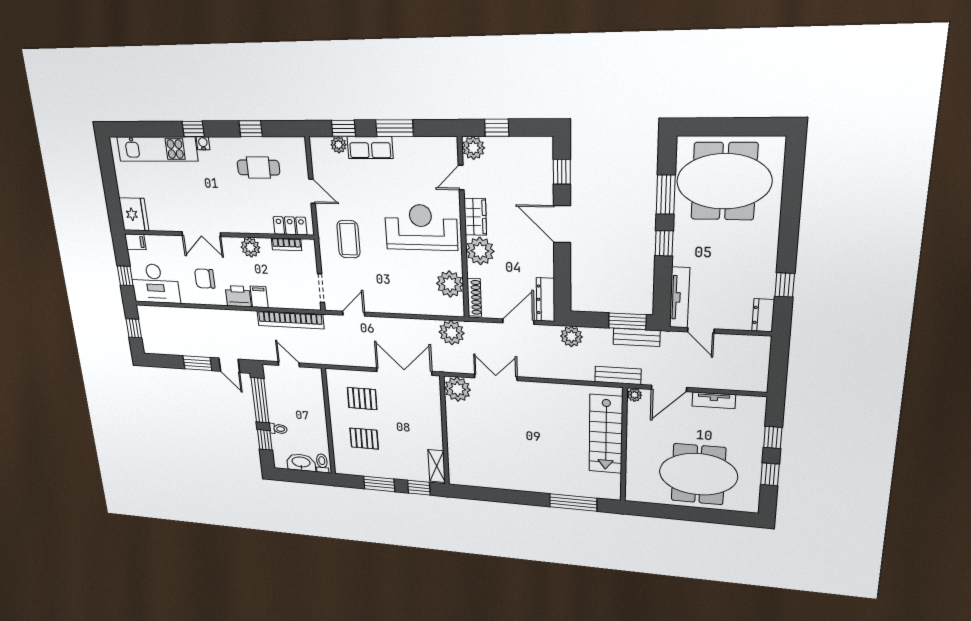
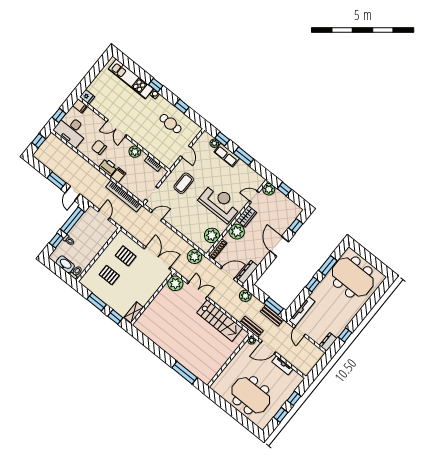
fridge: (134, 214) -> (87, 97), width x0.53, depth x0.75
locker: (290, 226) -> (162, 157), removed
stairs: (606, 434) -> (220, 321), moved, turned -90

